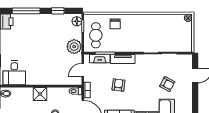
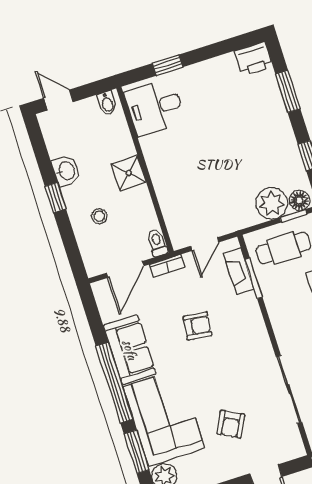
window: (26, 11) -> (288, 91), width x0.69
plant: (74, 47) -> (272, 203), moved
tv unit: (123, 59) -> (253, 318), removed
door: (83, 70) -> (205, 244), swing flipped

